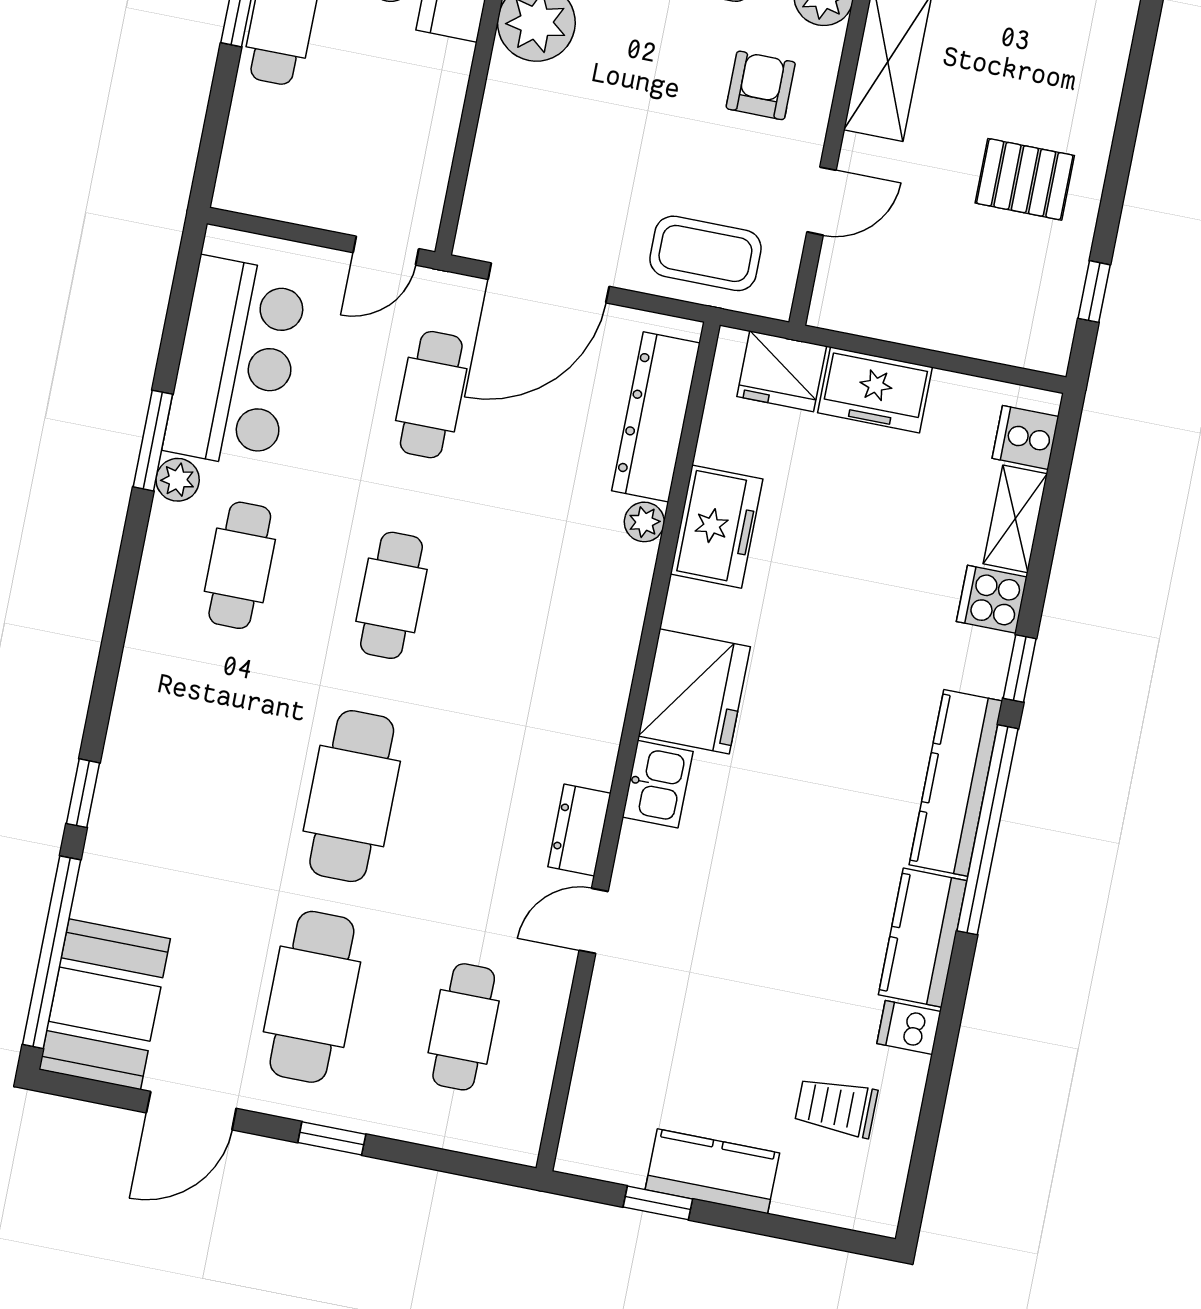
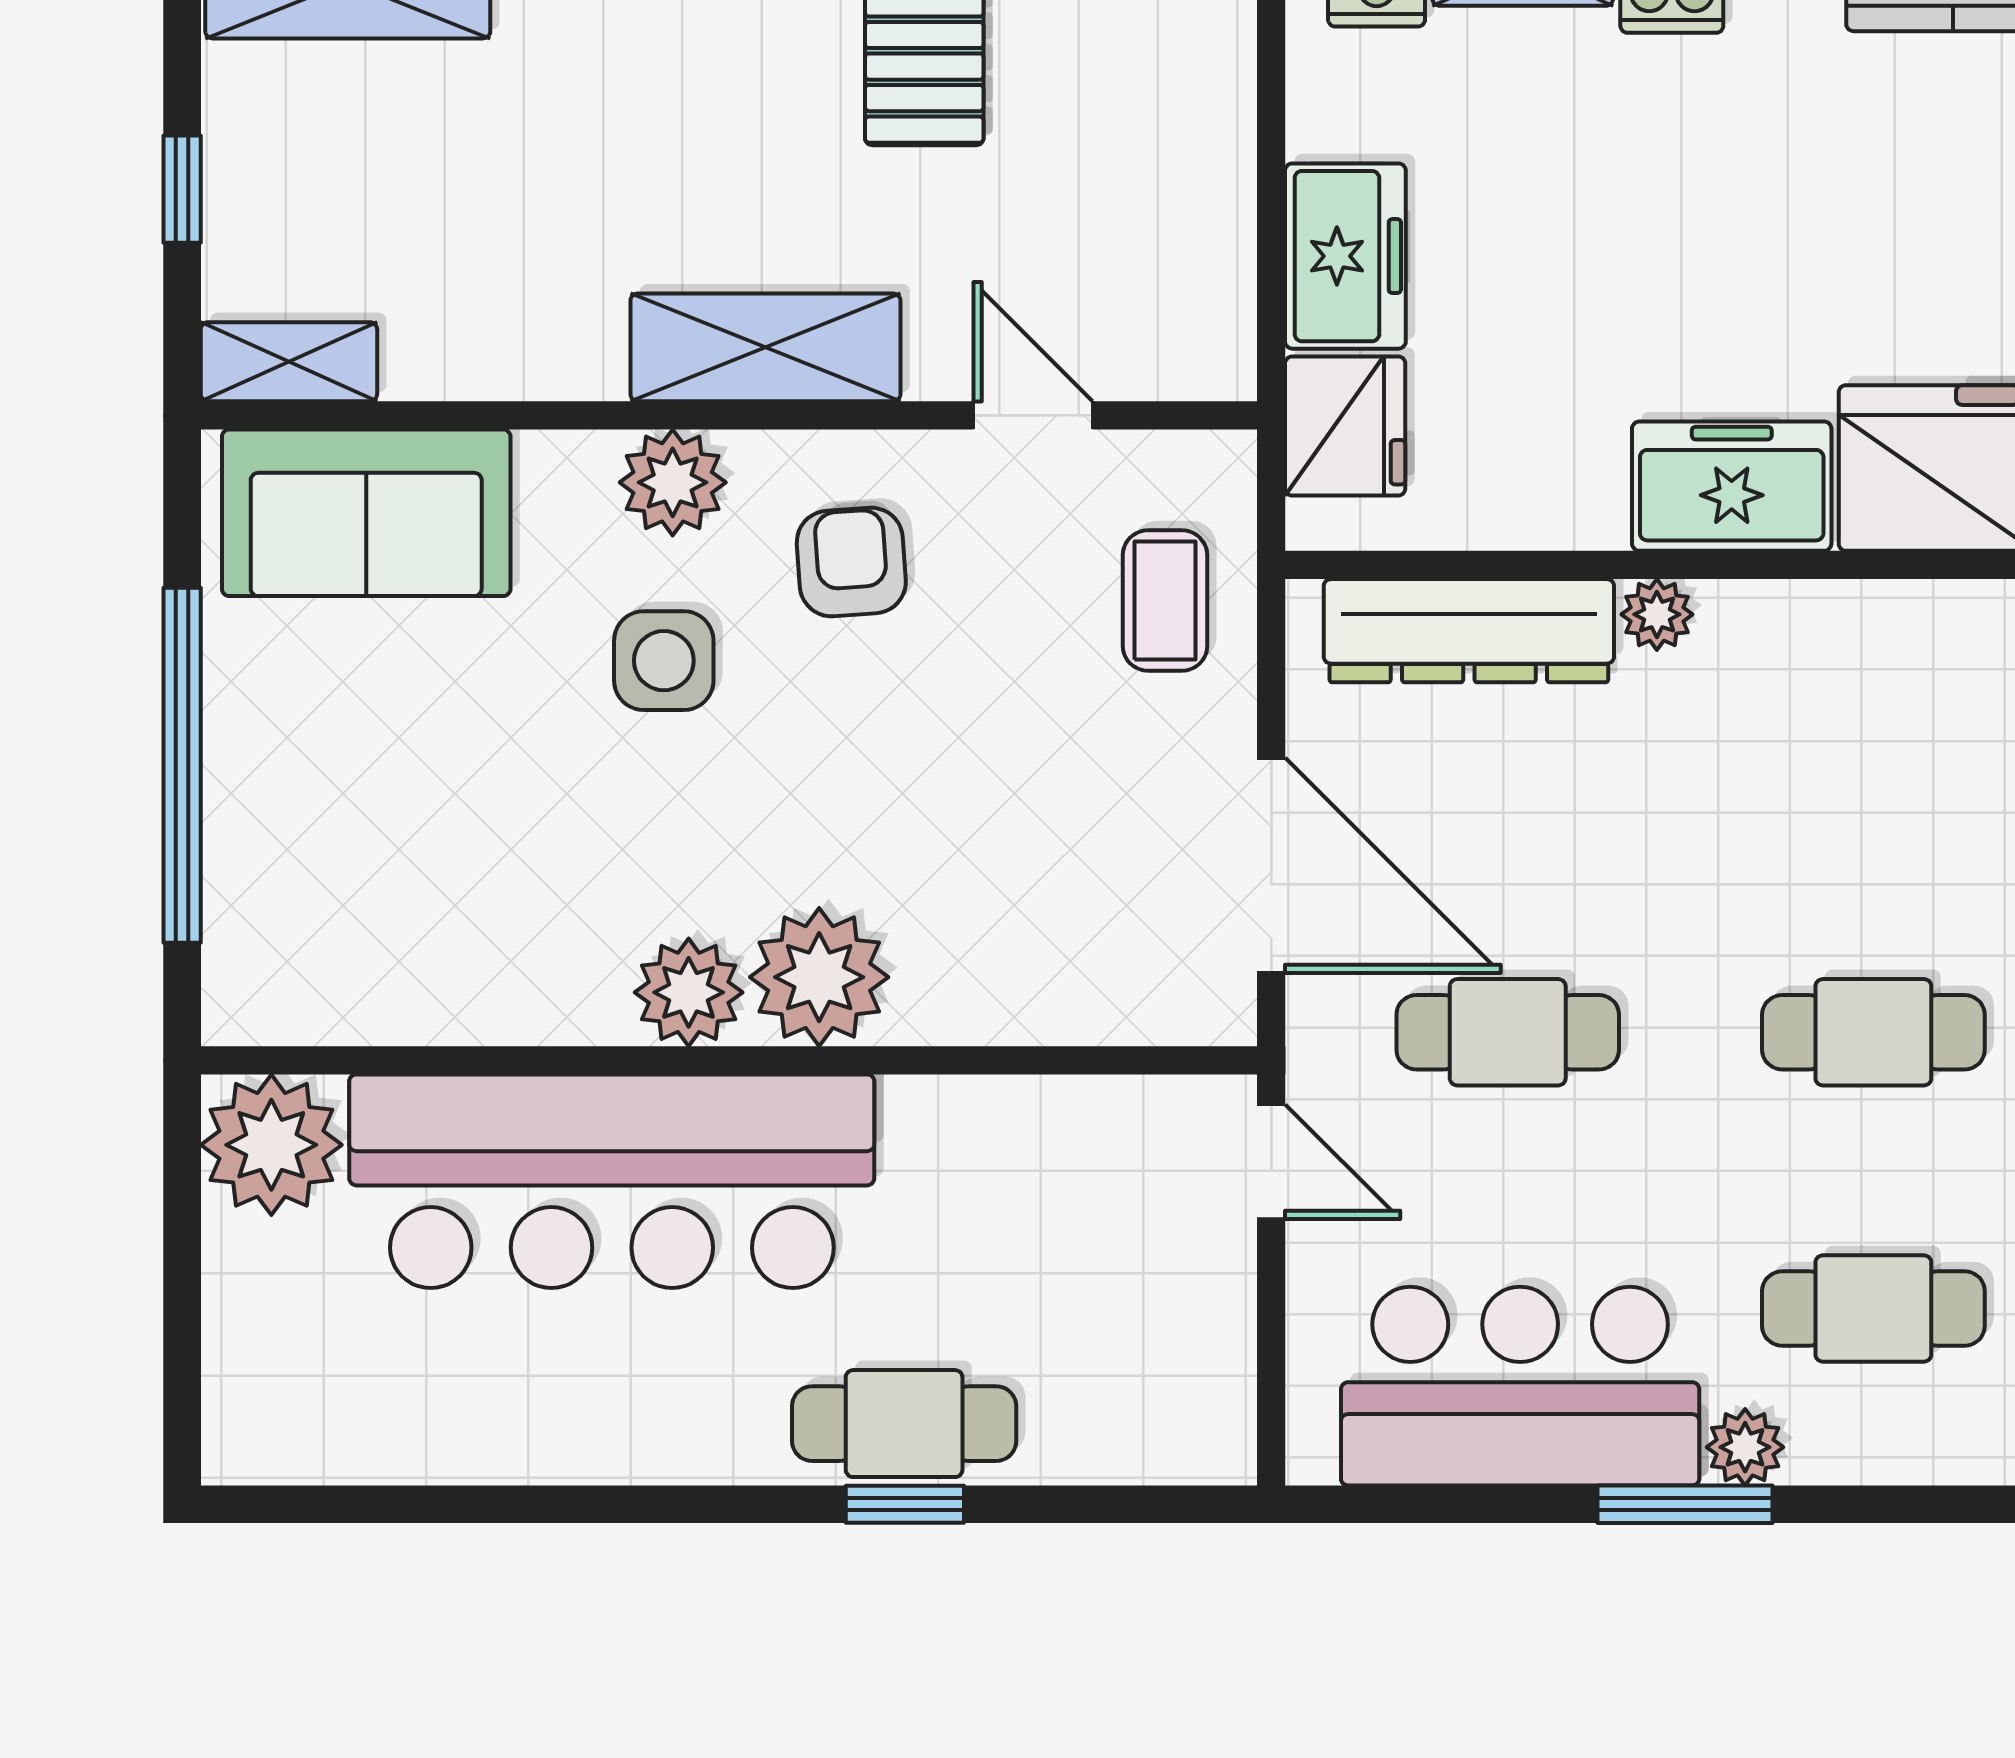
armchair: (761, 85) -> (851, 562), turned 86
coffee table: (705, 253) -> (1165, 601), width x0.73, depth x0.77
freezer: (717, 527) -> (1732, 486), moved

